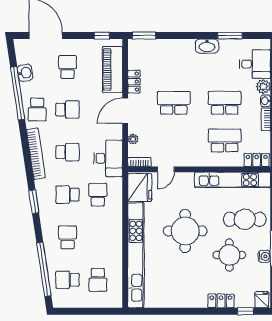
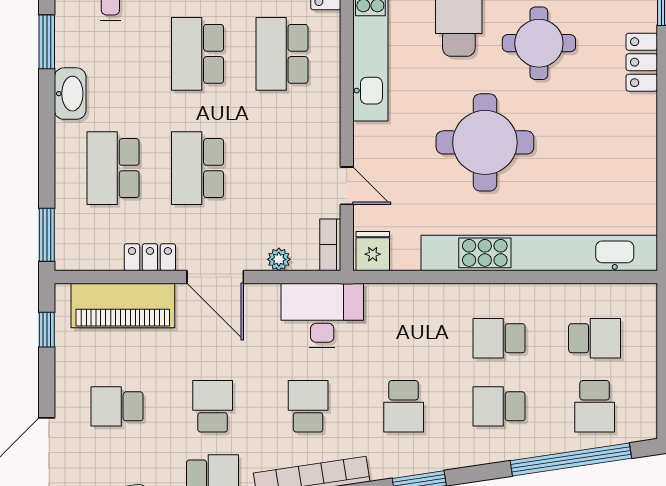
school desk: (174, 65) -> (113, 168), added
fridge: (140, 187) -> (373, 251), width x0.53, depth x0.75
school desk: (98, 195) -> (499, 338), moved

